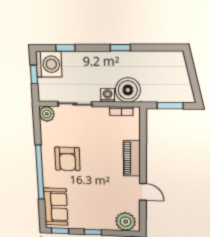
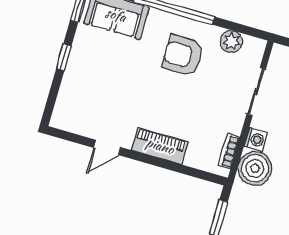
plant: (47, 114) -> (231, 42), moved
plant: (126, 222) -> (69, 110), removed

